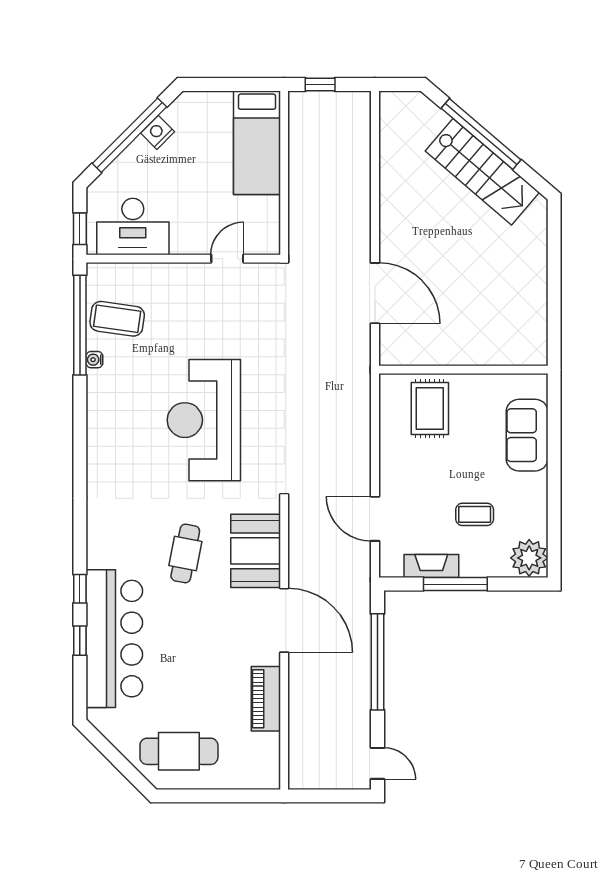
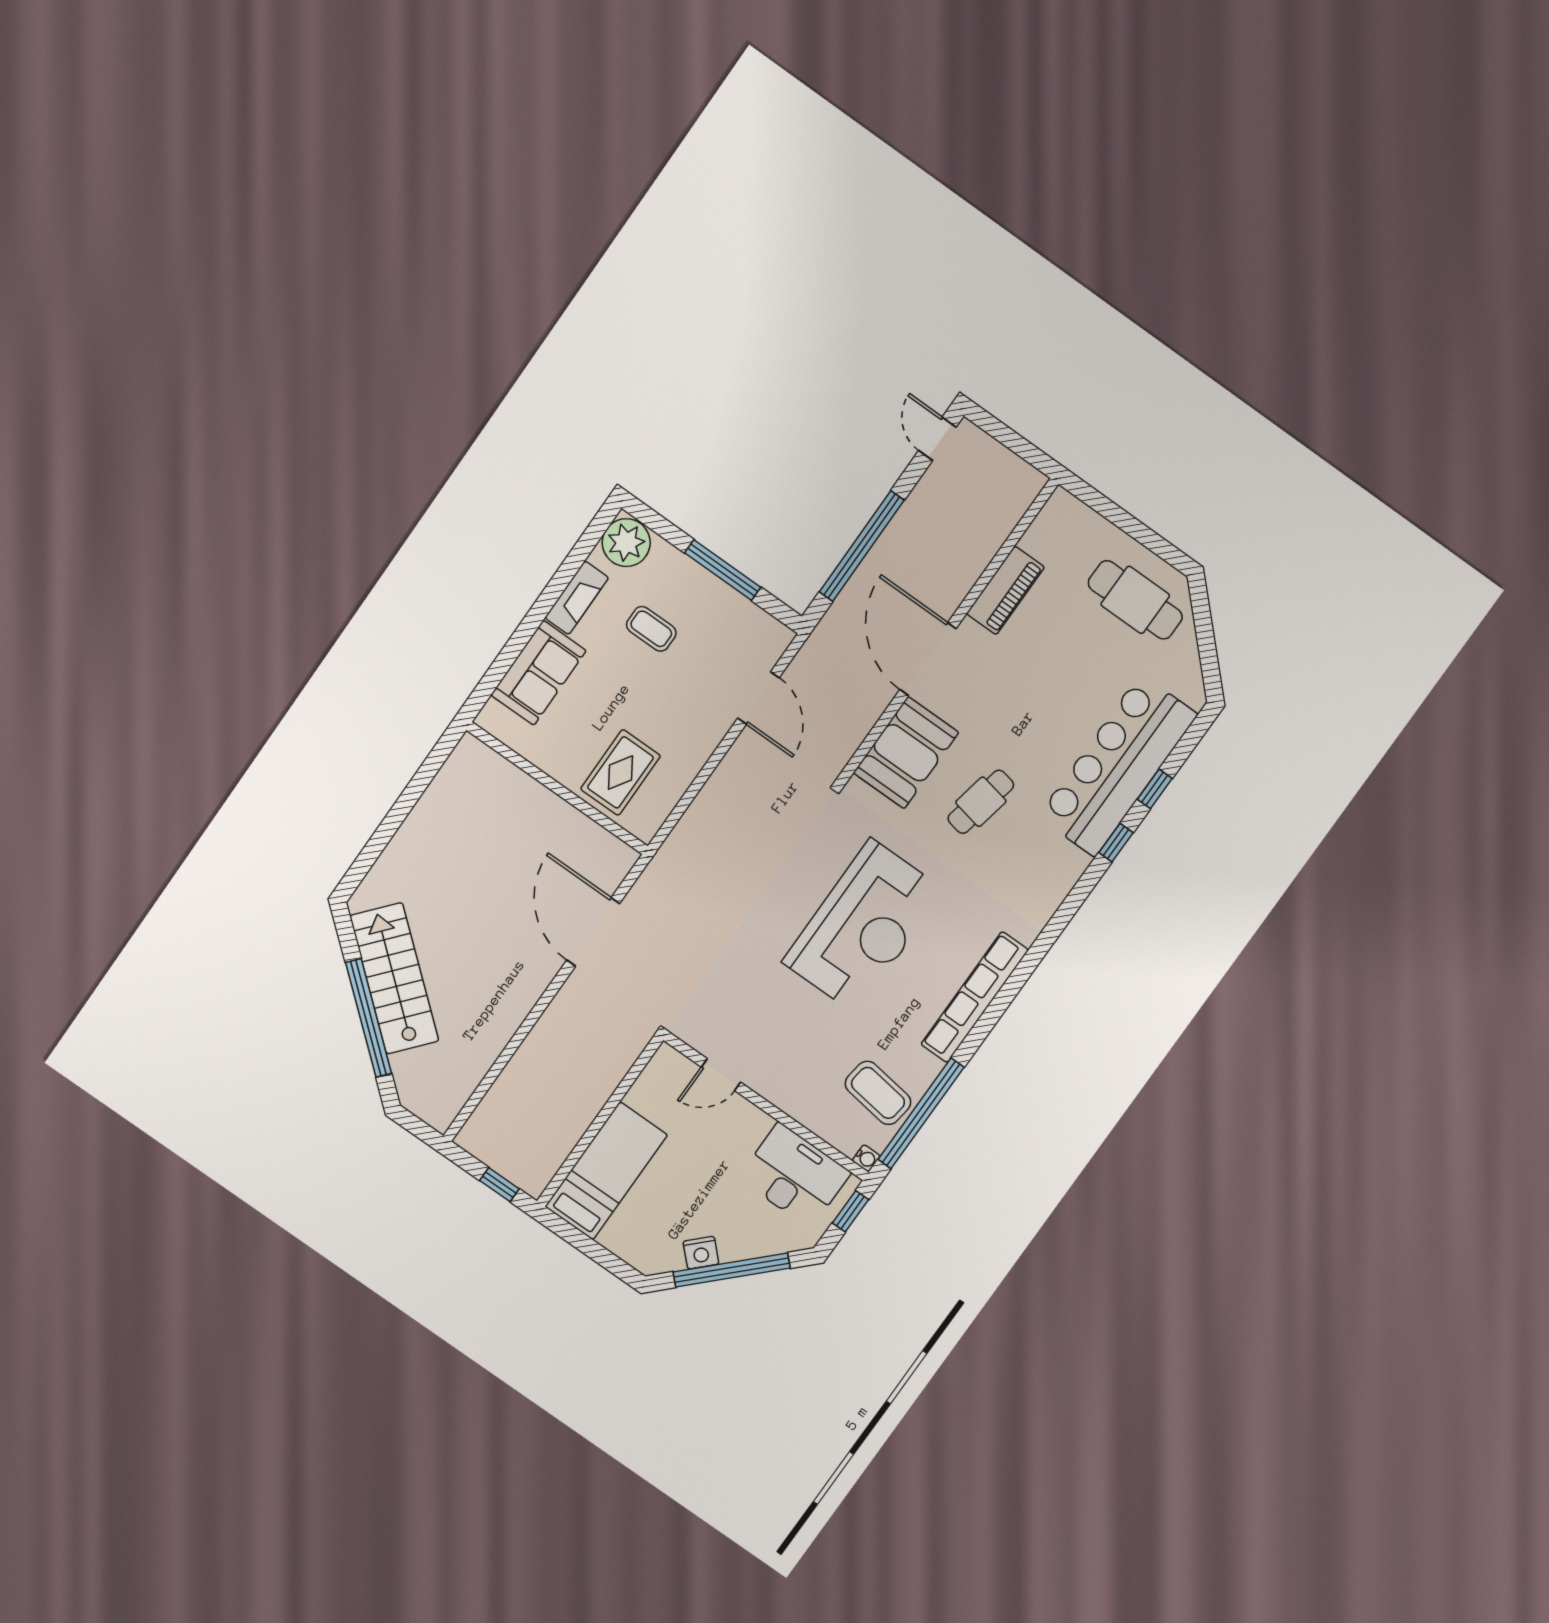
water cooler: (94, 360) -> (866, 1158), moved
row of seats: (99, 425) -> (975, 997), added
fireplace: (431, 566) -> (577, 598), moved, turned -90

